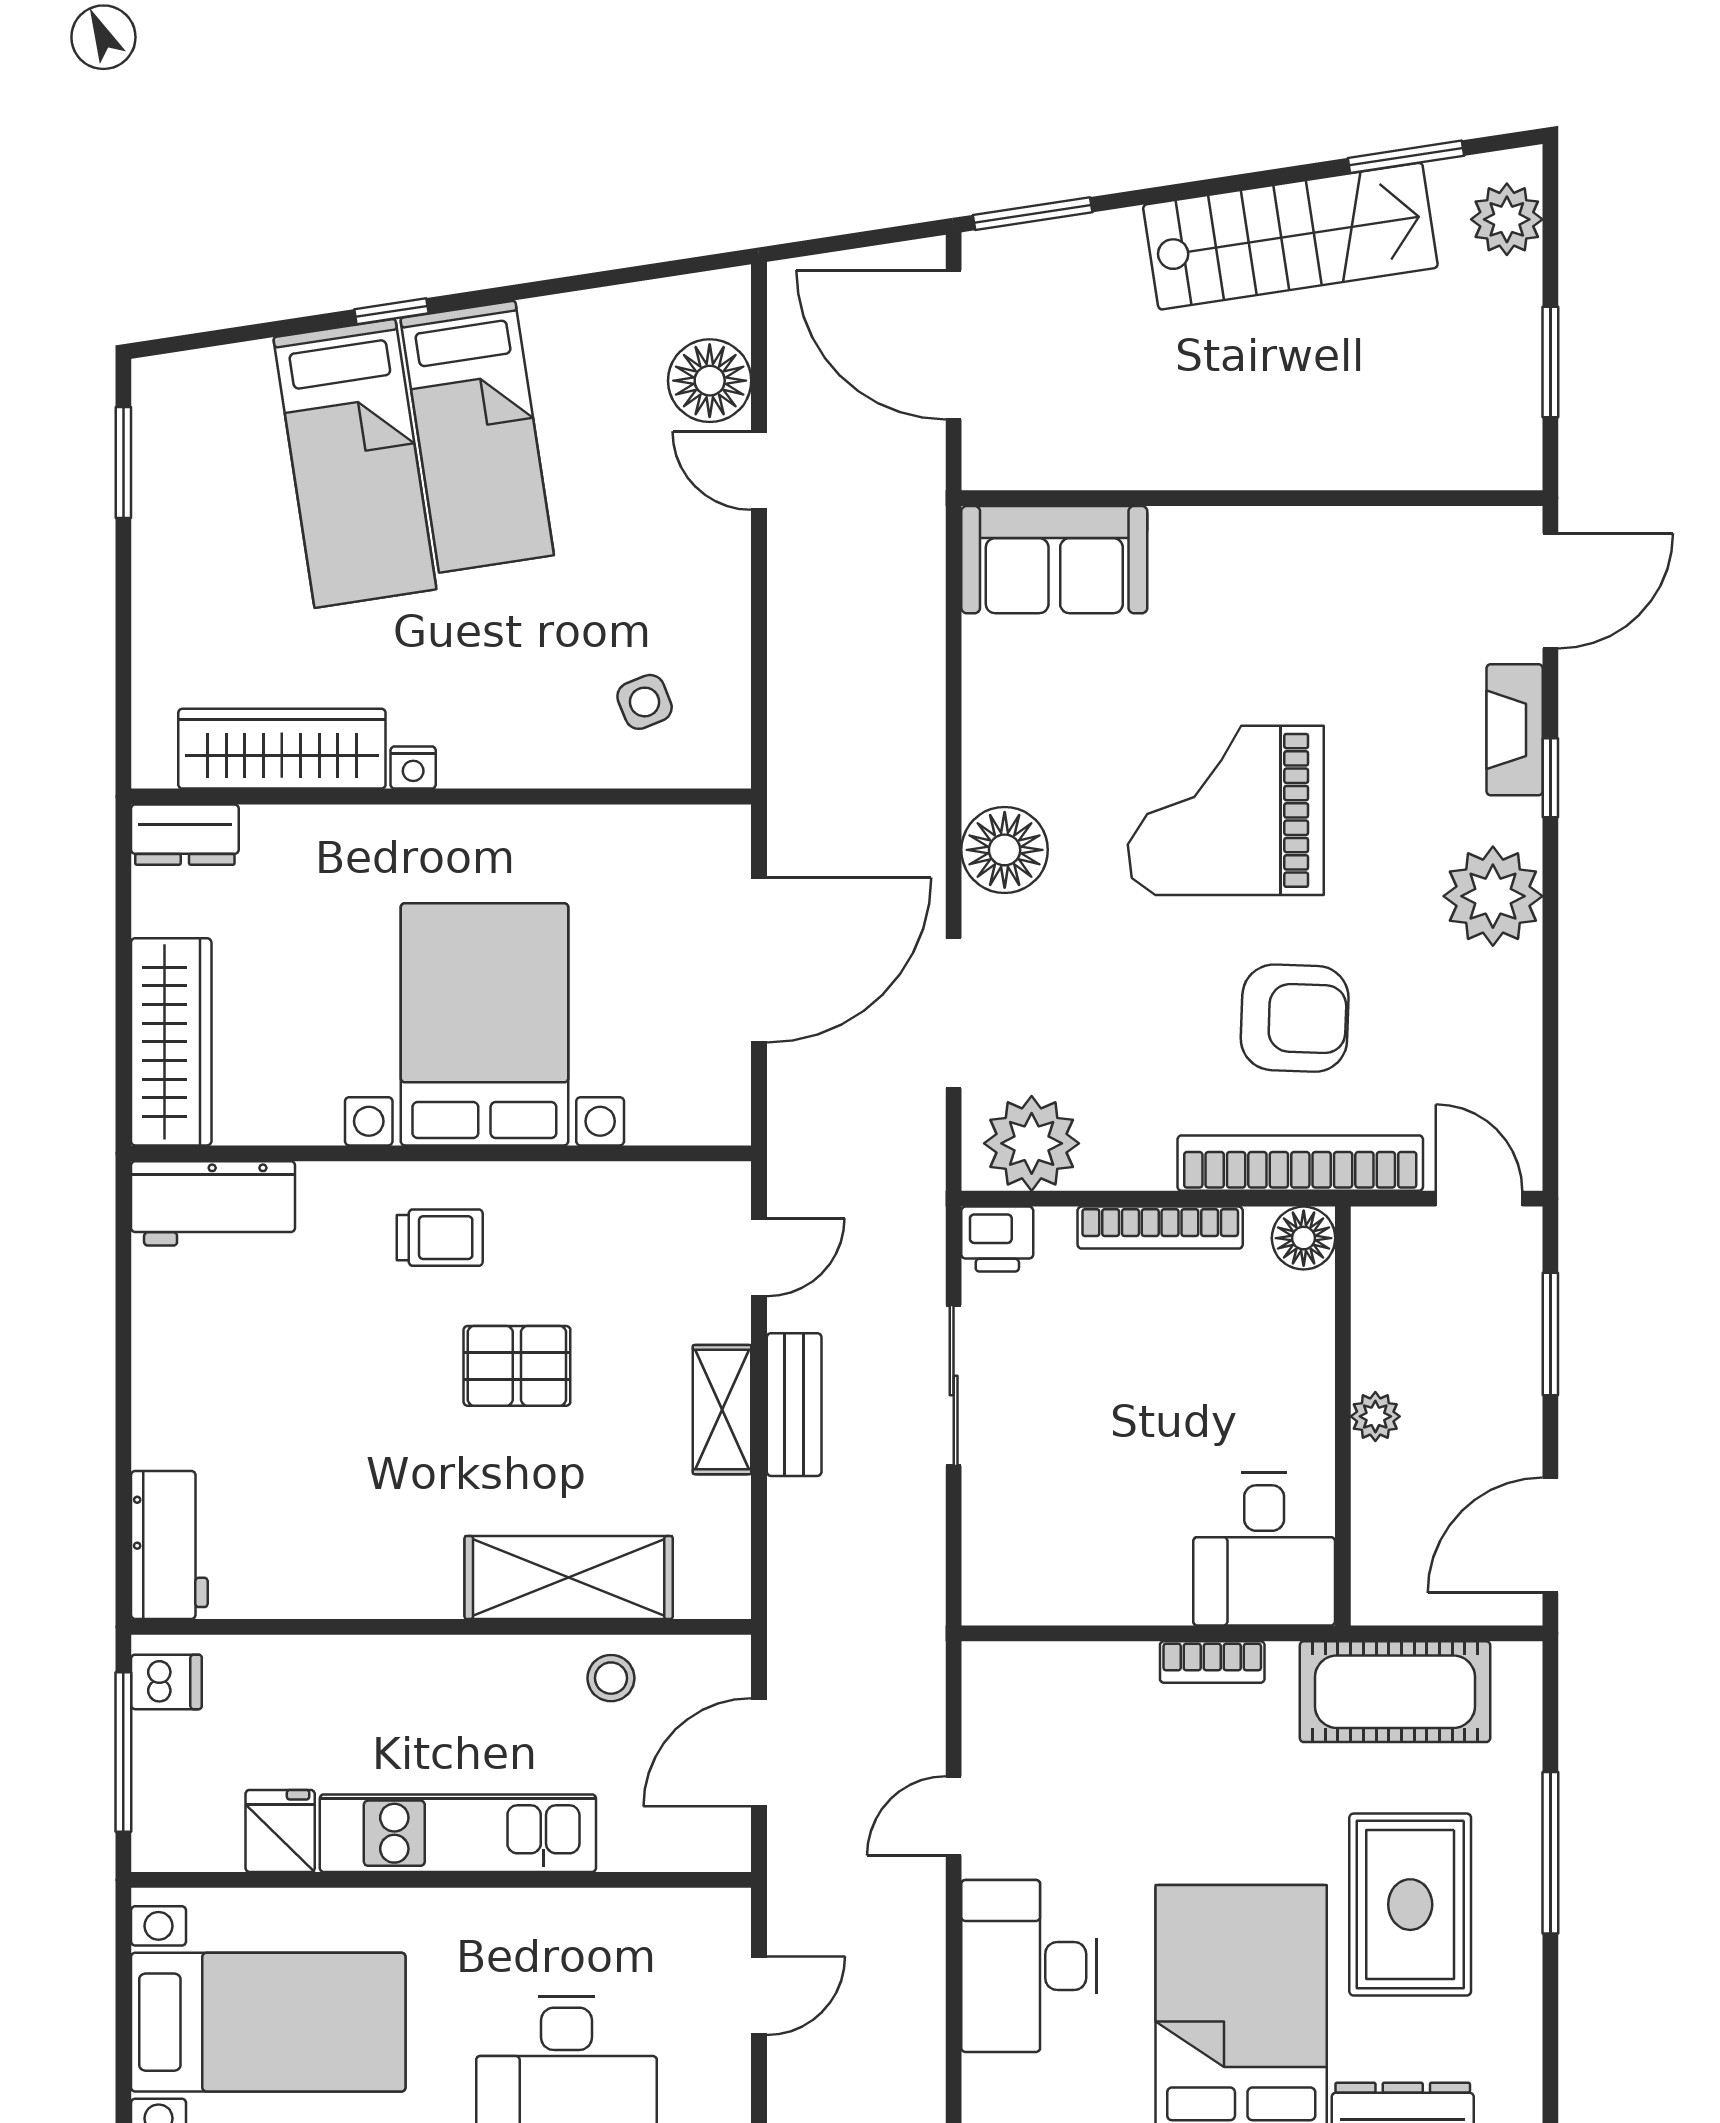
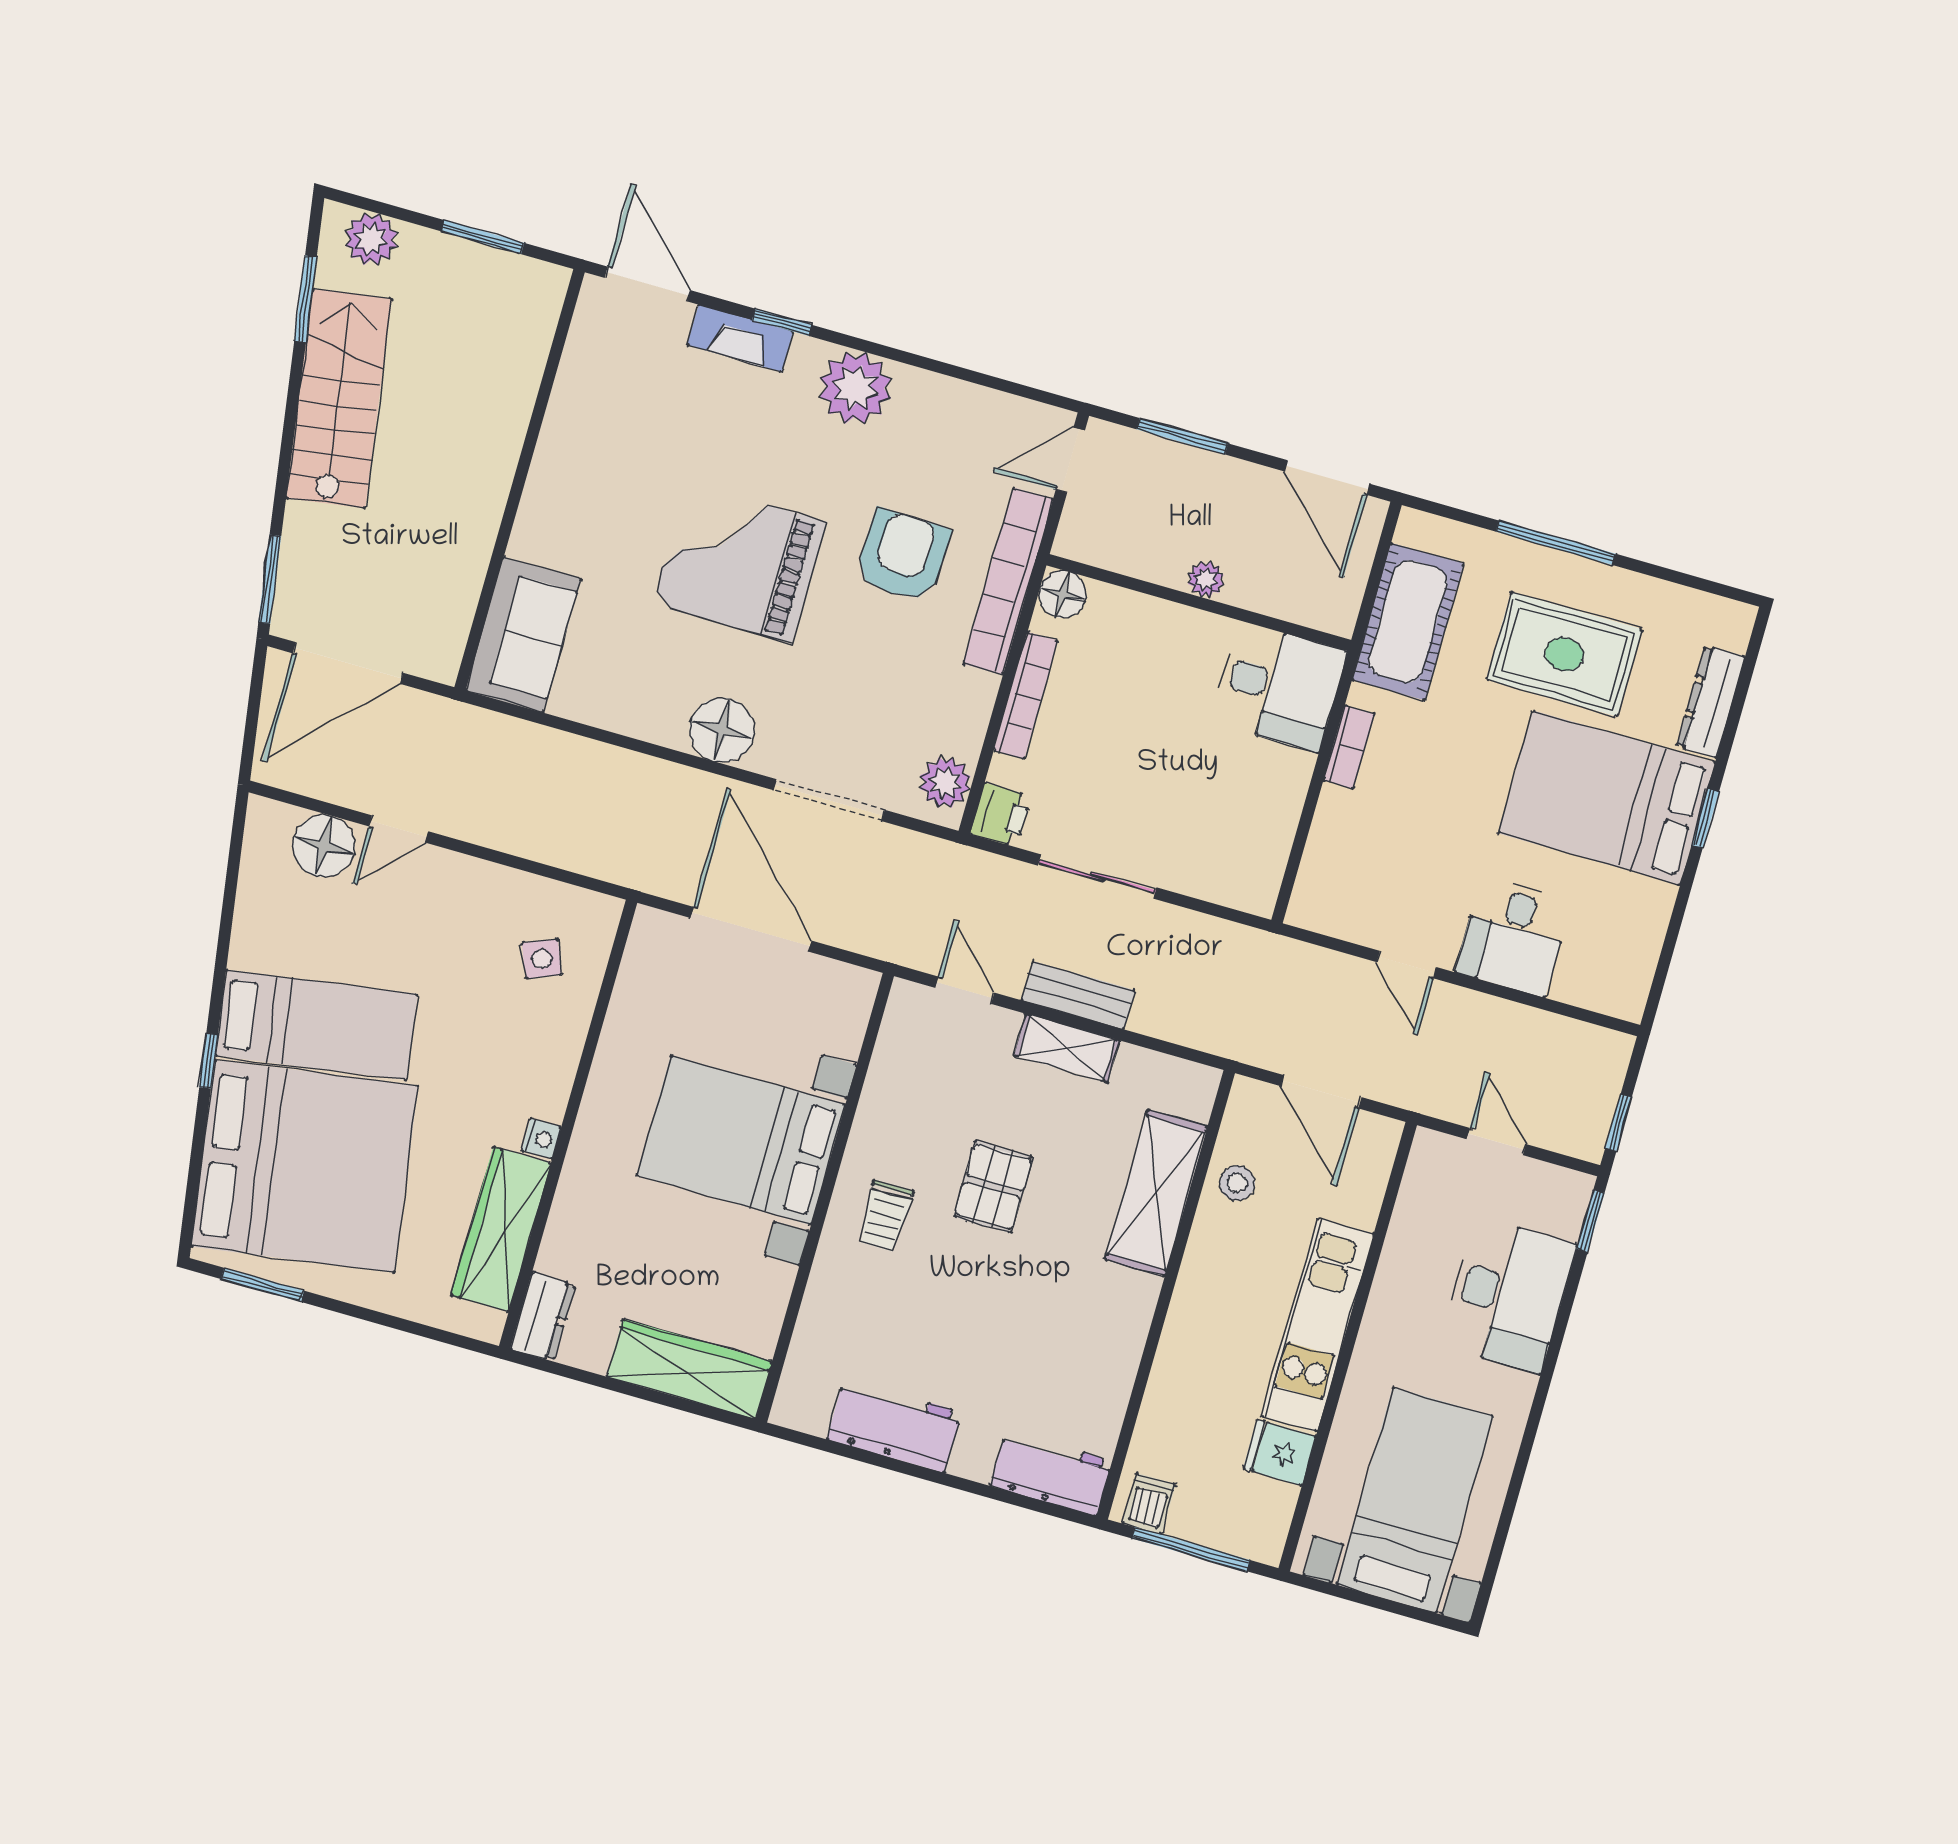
bed: (355, 463) -> (304, 1166), width x2.04
grand piano: (1226, 810) -> (739, 563), turned 90
plant: (1032, 1143) -> (945, 782), width x0.73, depth x0.73
workbench: (213, 1203) -> (894, 1426), moved, turned -90
trolley: (440, 1238) -> (885, 1216), turned 180
desk: (1029, 1966) -> (1513, 936), width x0.73

